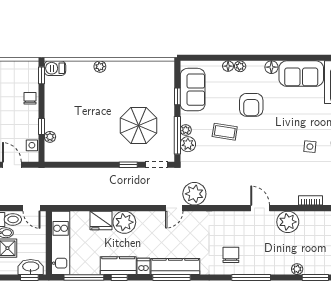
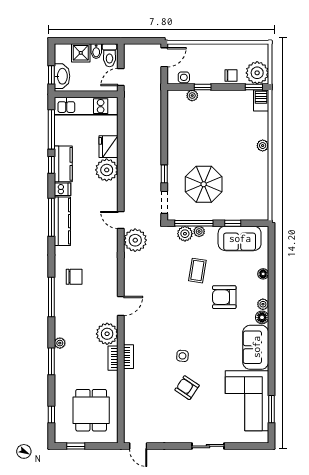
plant: (240, 66) -> (263, 304), moved
plant: (27, 72) -> (257, 73), added
bookcase: (312, 216) -> (113, 358), added

